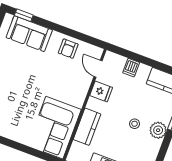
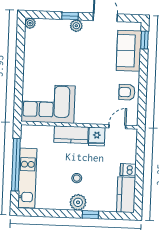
dishwasher: (131, 68) -> (128, 170), moved
kitchen counter: (87, 127) -> (71, 135), moved

